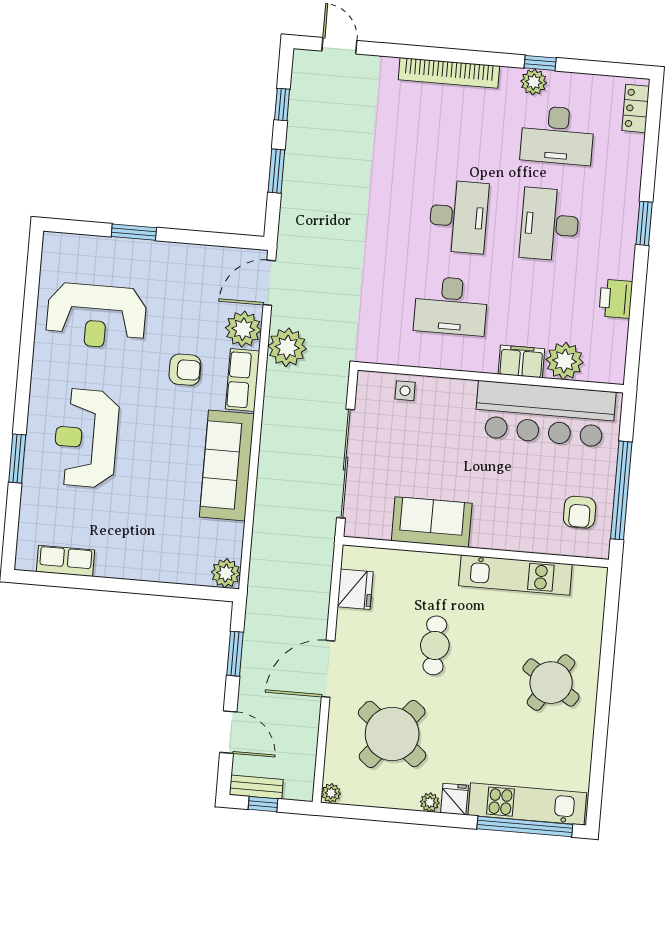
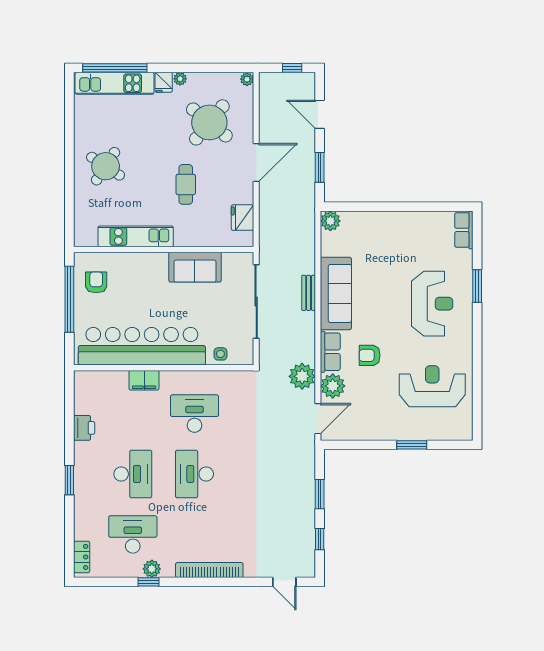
plant: (565, 361) -> (115, 383), removed
bar counter: (545, 414) -> (142, 346), width x1.36
row of seats: (66, 561) -> (464, 230), moved, turned 90
bench: (256, 787) -> (309, 293), moved, turned 90

